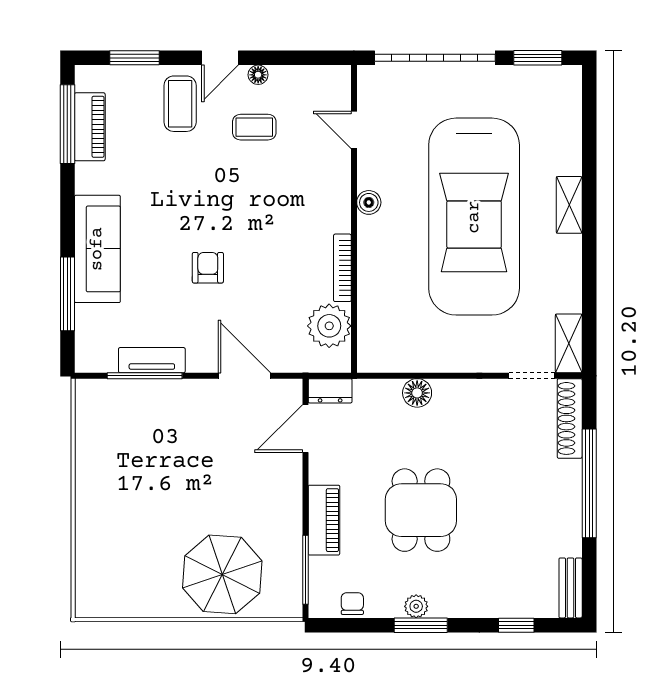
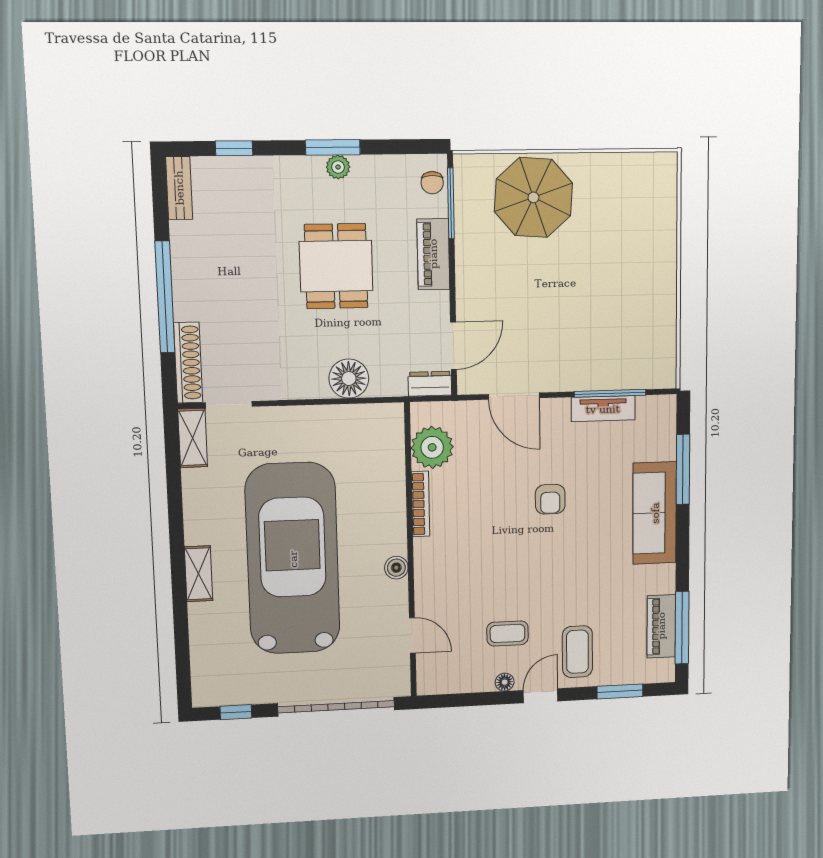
window: (538, 58) -> (236, 712), width x0.67
floor lamp: (417, 393) -> (349, 379), width x1.38, depth x1.38
chair: (352, 604) -> (432, 183), moved

